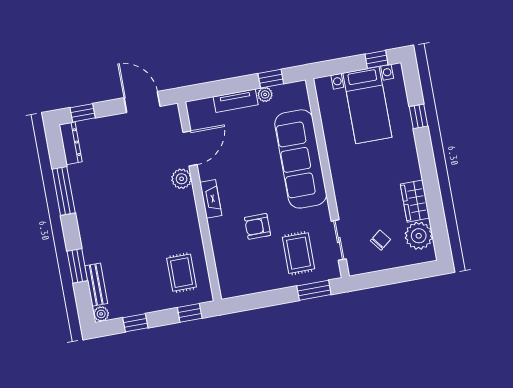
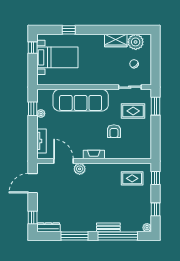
tv unit: (236, 101) -> (41, 141), moved
window: (77, 266) -> (118, 236), width x2.11
bench: (96, 285) -> (108, 227), moved

